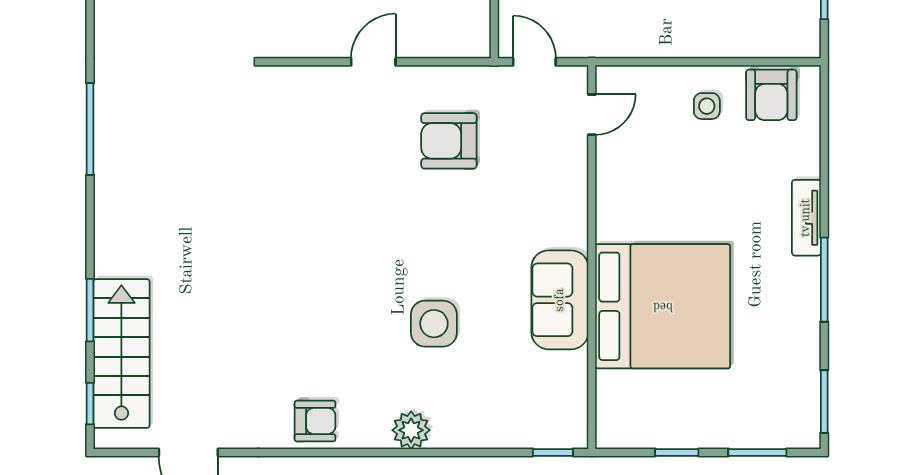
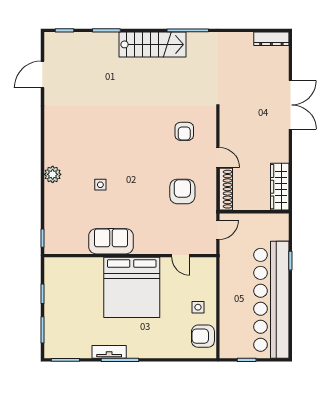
shoe rack: (444, 44) -> (226, 189), added
door: (592, 115) -> (181, 256), moved
tv unit: (806, 218) -> (109, 352), moved
bed: (663, 306) -> (132, 287), moved
side table: (434, 324) -> (100, 185), width x0.54, depth x0.54
stairs: (121, 354) -> (153, 44), moved
armchair: (315, 421) -> (184, 131), moved

